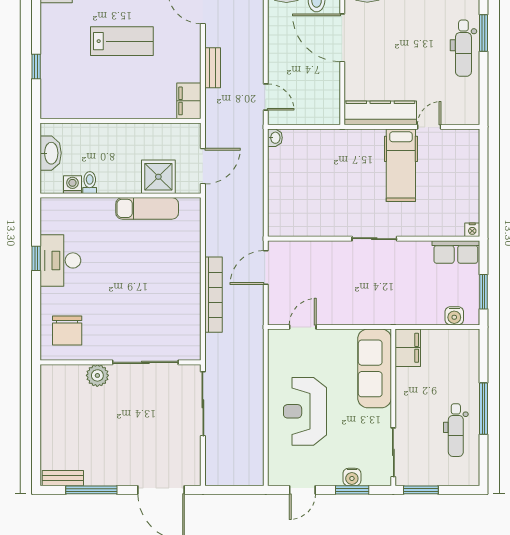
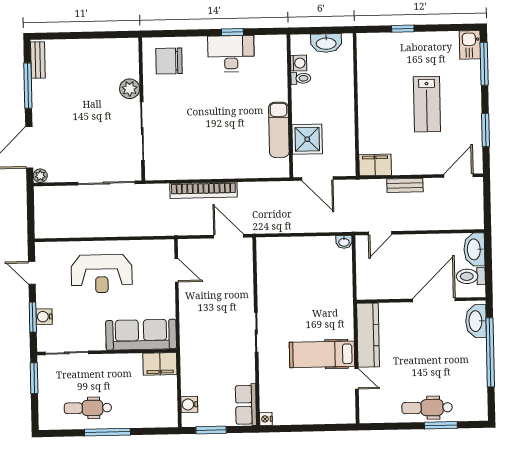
reception desk: (305, 411) -> (102, 274), turned 180
plant: (193, 478) -> (40, 176), added

